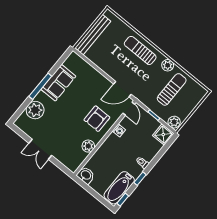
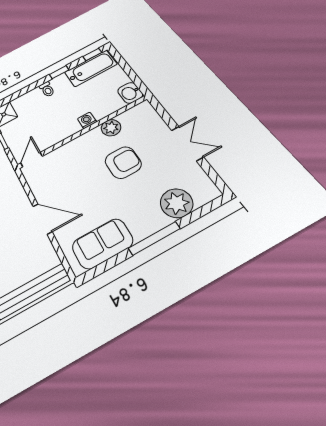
sofa: (58, 83) -> (102, 244), moved
door: (122, 89) -> (42, 219), moved
armchair: (97, 119) -> (123, 162), moved
washing machine: (119, 130) -> (87, 120), moved

